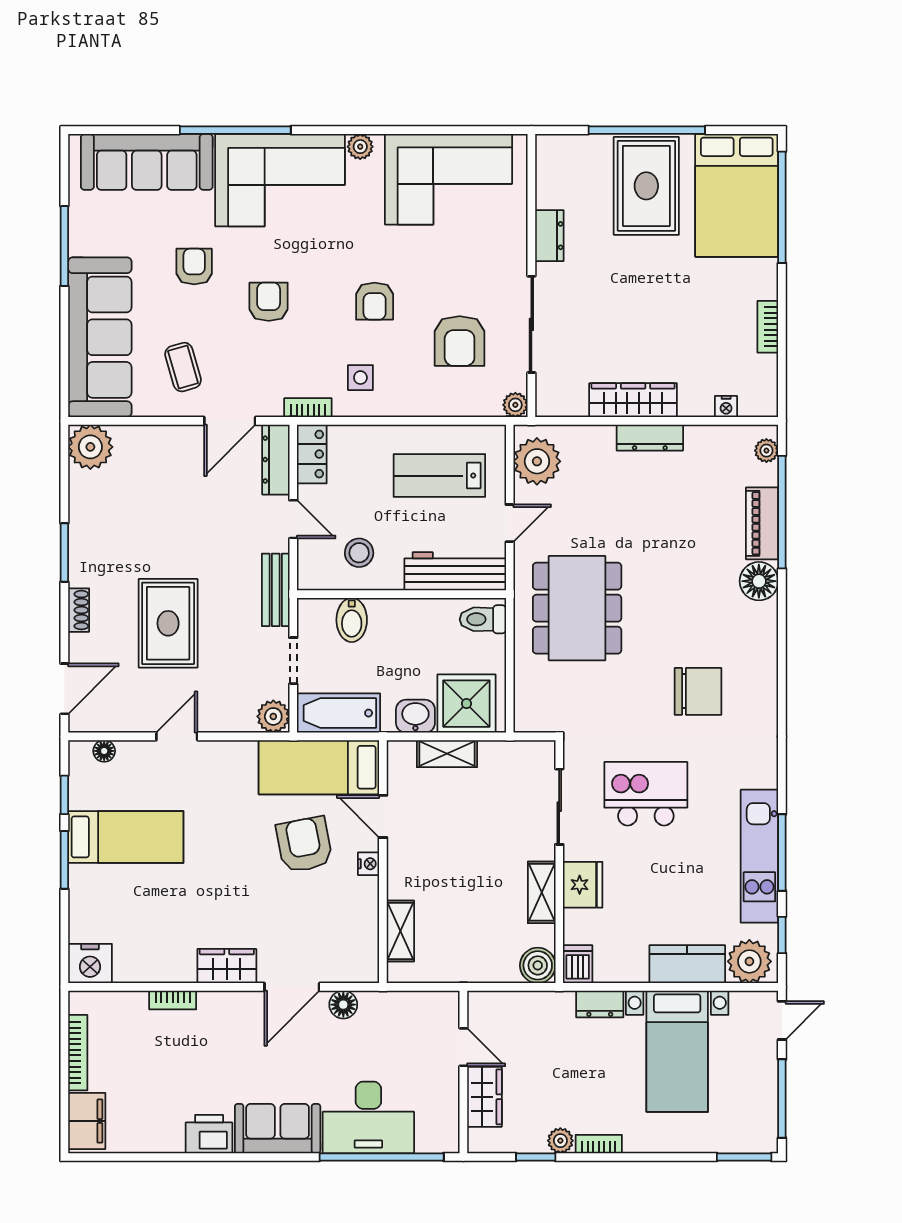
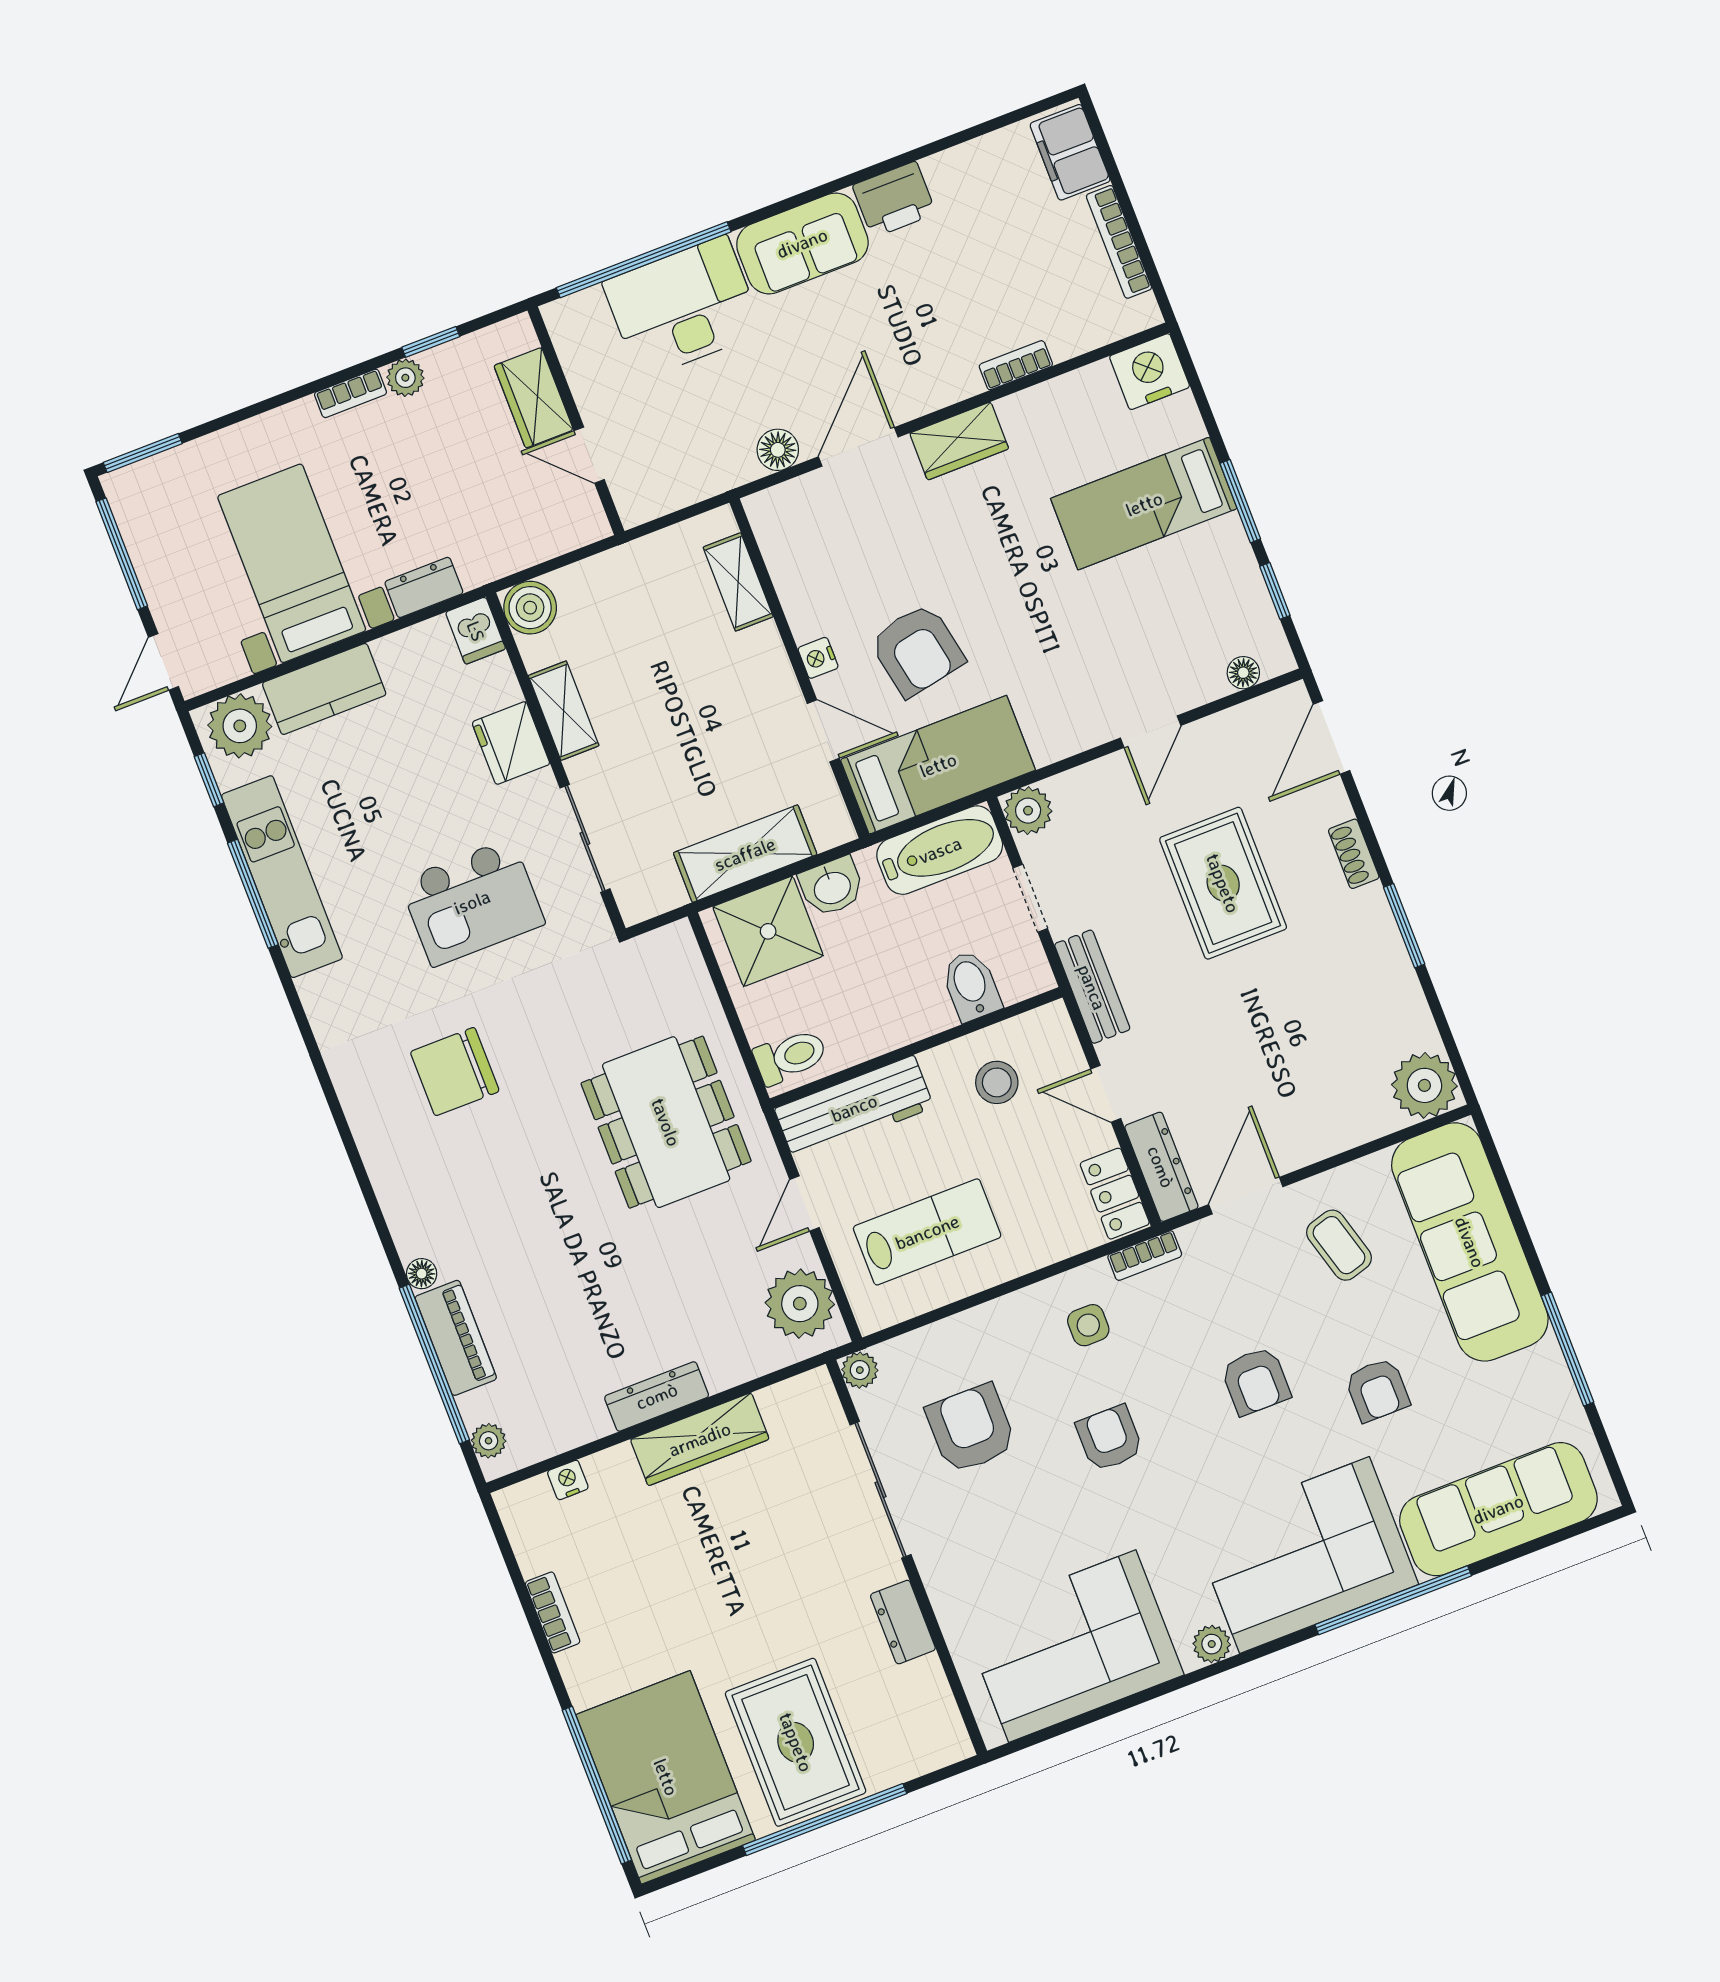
floor lamp: (759, 581) -> (422, 1274), width x0.53, depth x0.53
shelving: (447, 754) -> (745, 854), width x1.50, depth x1.33
bed: (126, 837) -> (1144, 504), moved

